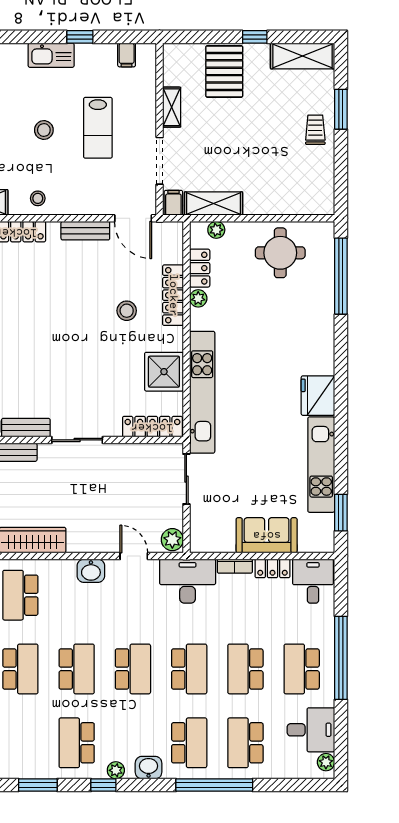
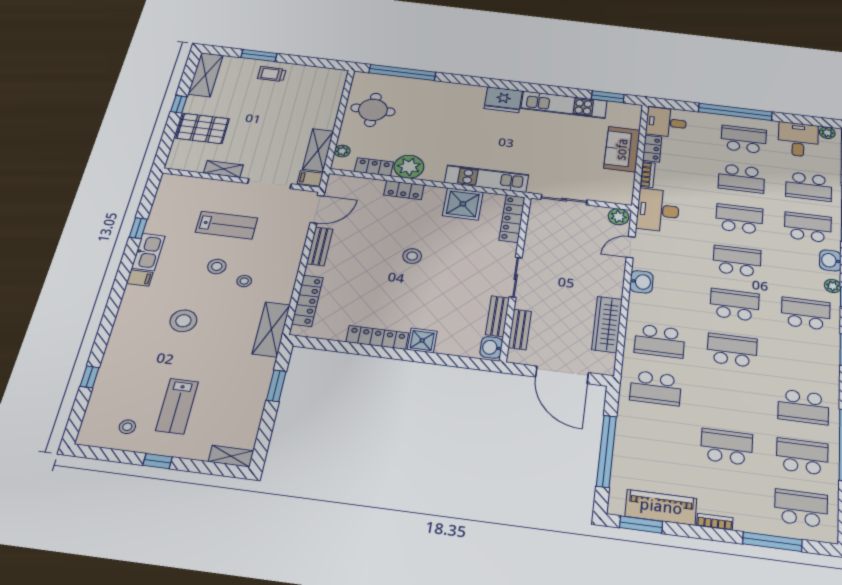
filing cabinet: (127, 55) -> (140, 278), moved
stool: (38, 198) -> (244, 281), moved
locker: (173, 295) -> (404, 190), width x0.66
plant: (198, 298) -> (409, 167), width x1.88, depth x1.88
stool: (127, 311) -> (412, 256), moved
kitchen unit: (202, 392) -> (487, 179), width x0.73
school desk: (302, 669) -> (744, 139), turned 180
school desk: (77, 743) -> (806, 314), turned 180

